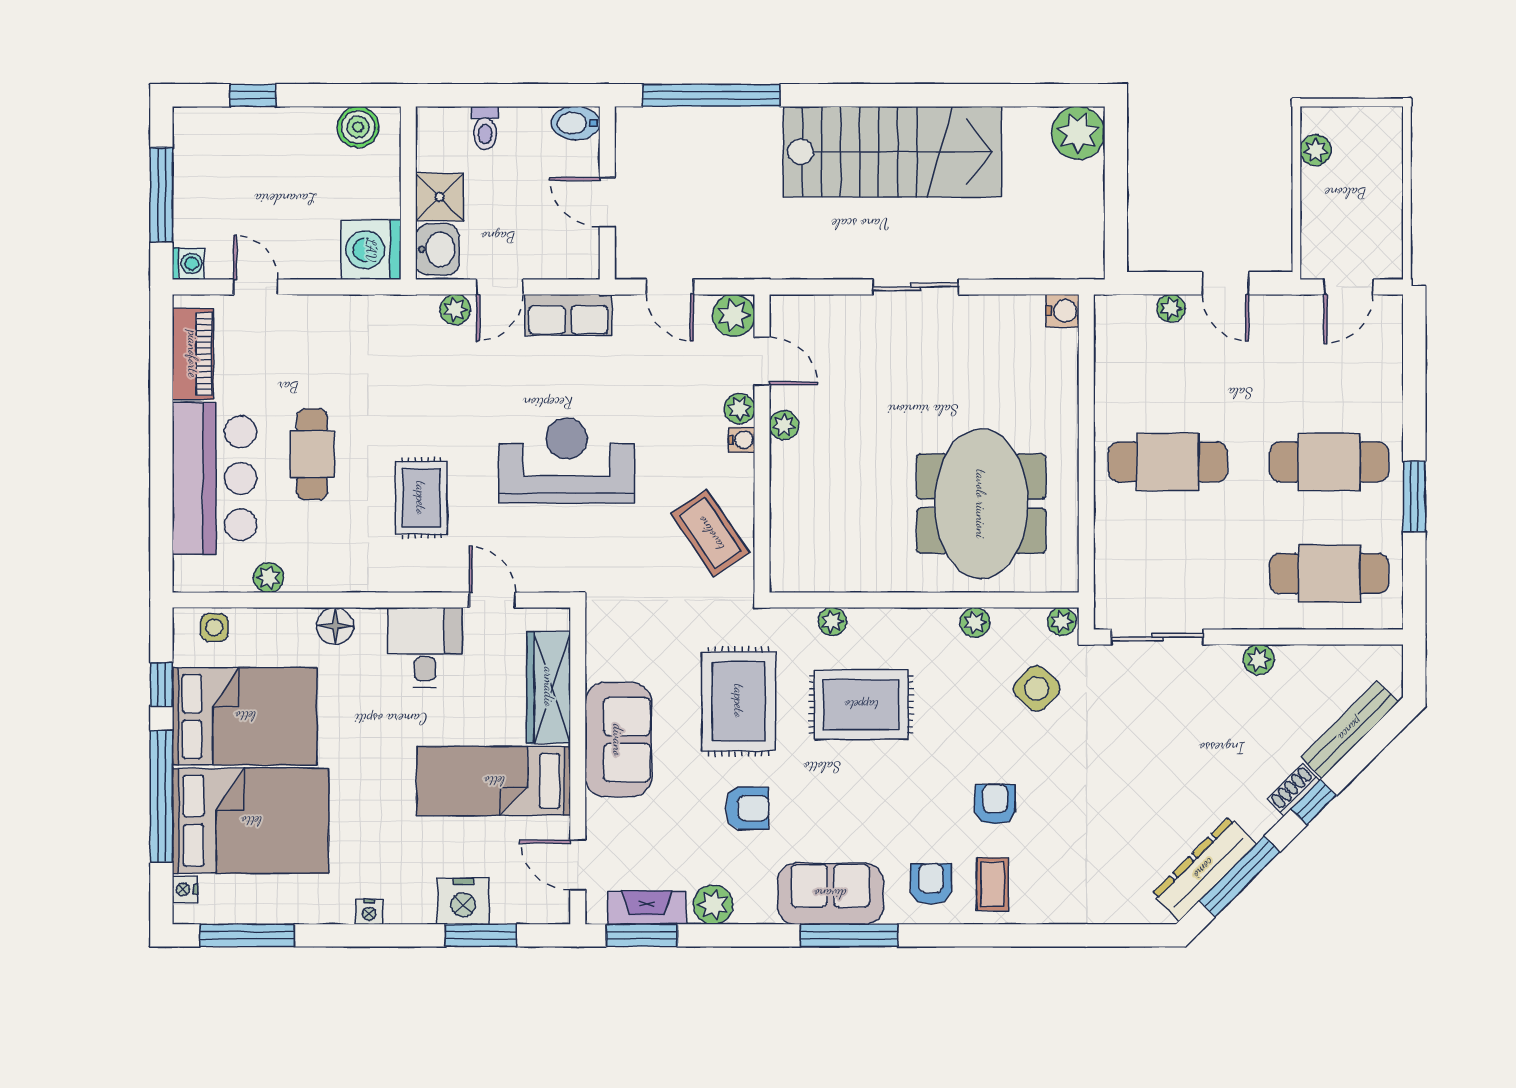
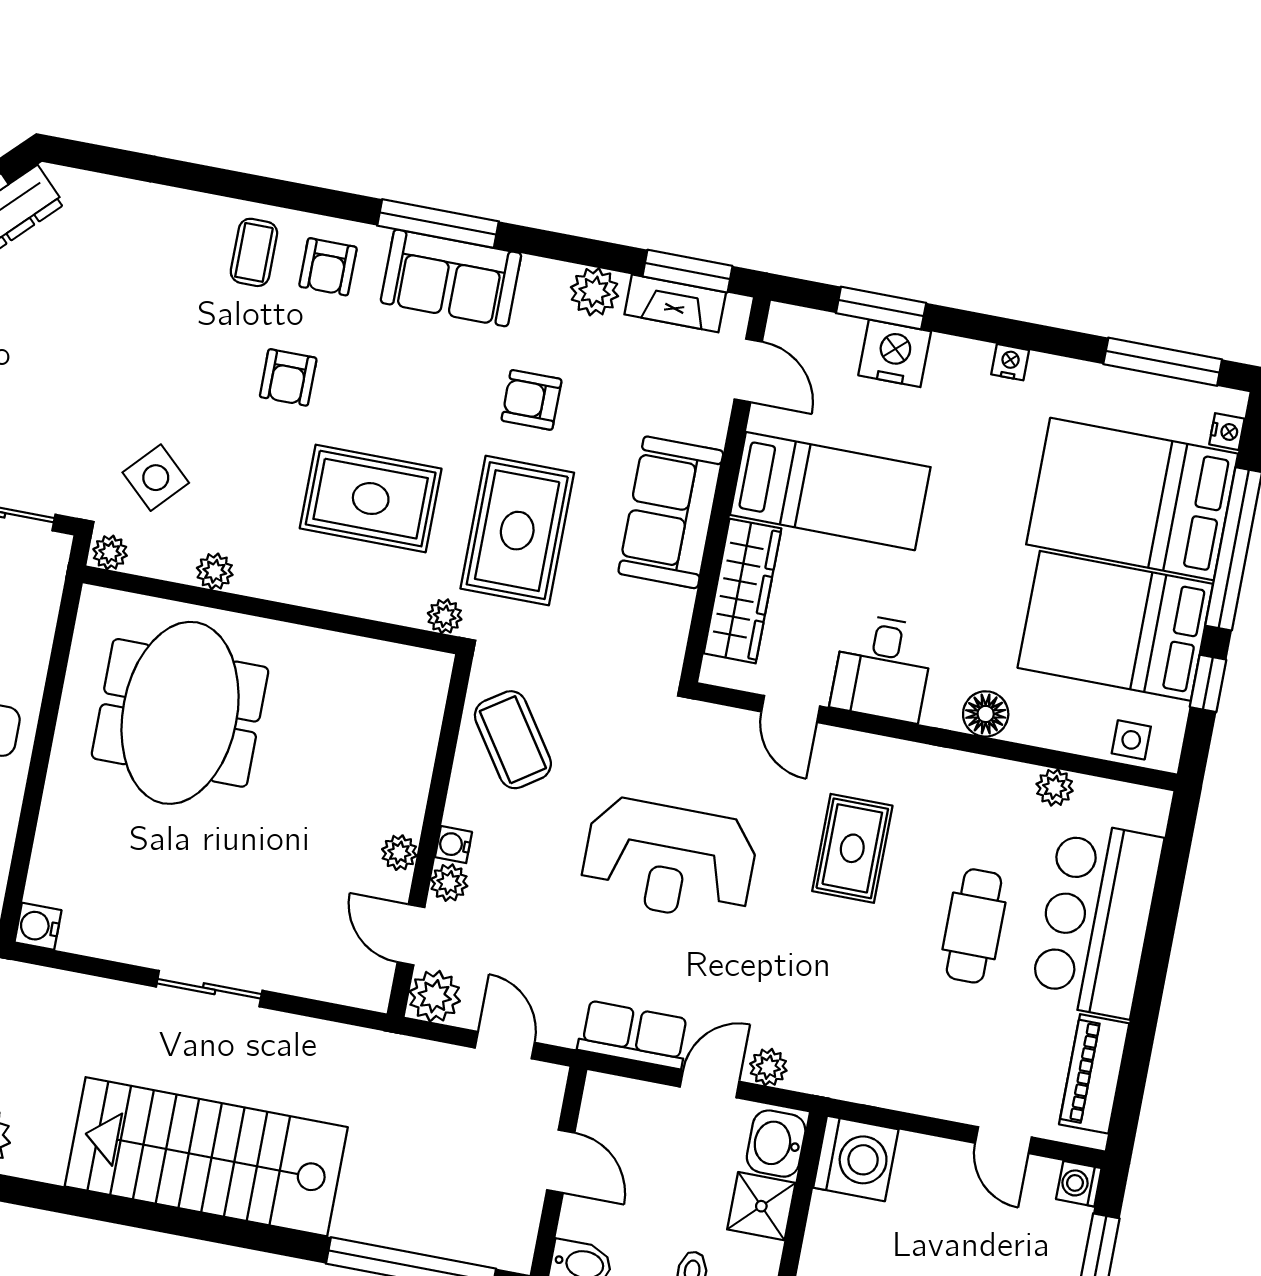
plant: (832, 622) -> (445, 616), moved
armchair: (995, 804) -> (288, 377), moved

